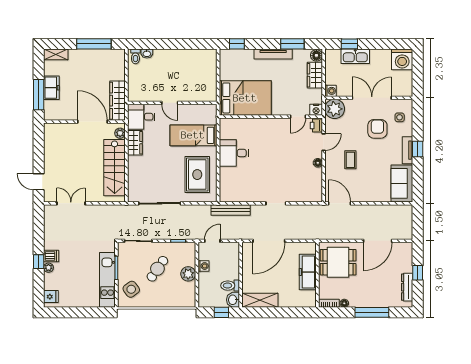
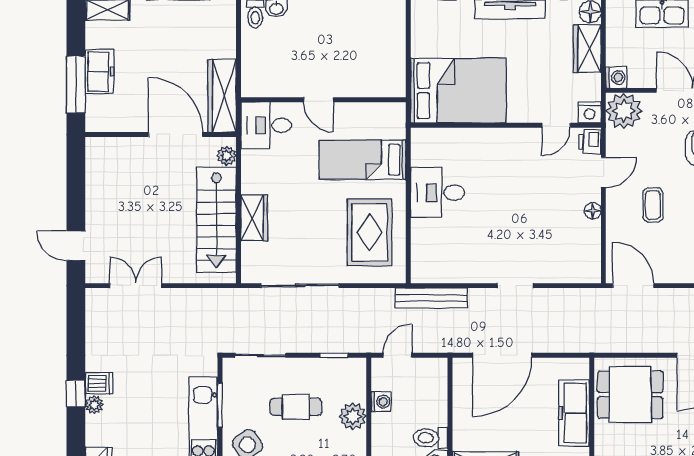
wardrobe: (135, 143) -> (254, 218), moved
cafe table: (157, 269) -> (296, 407), turned 55

